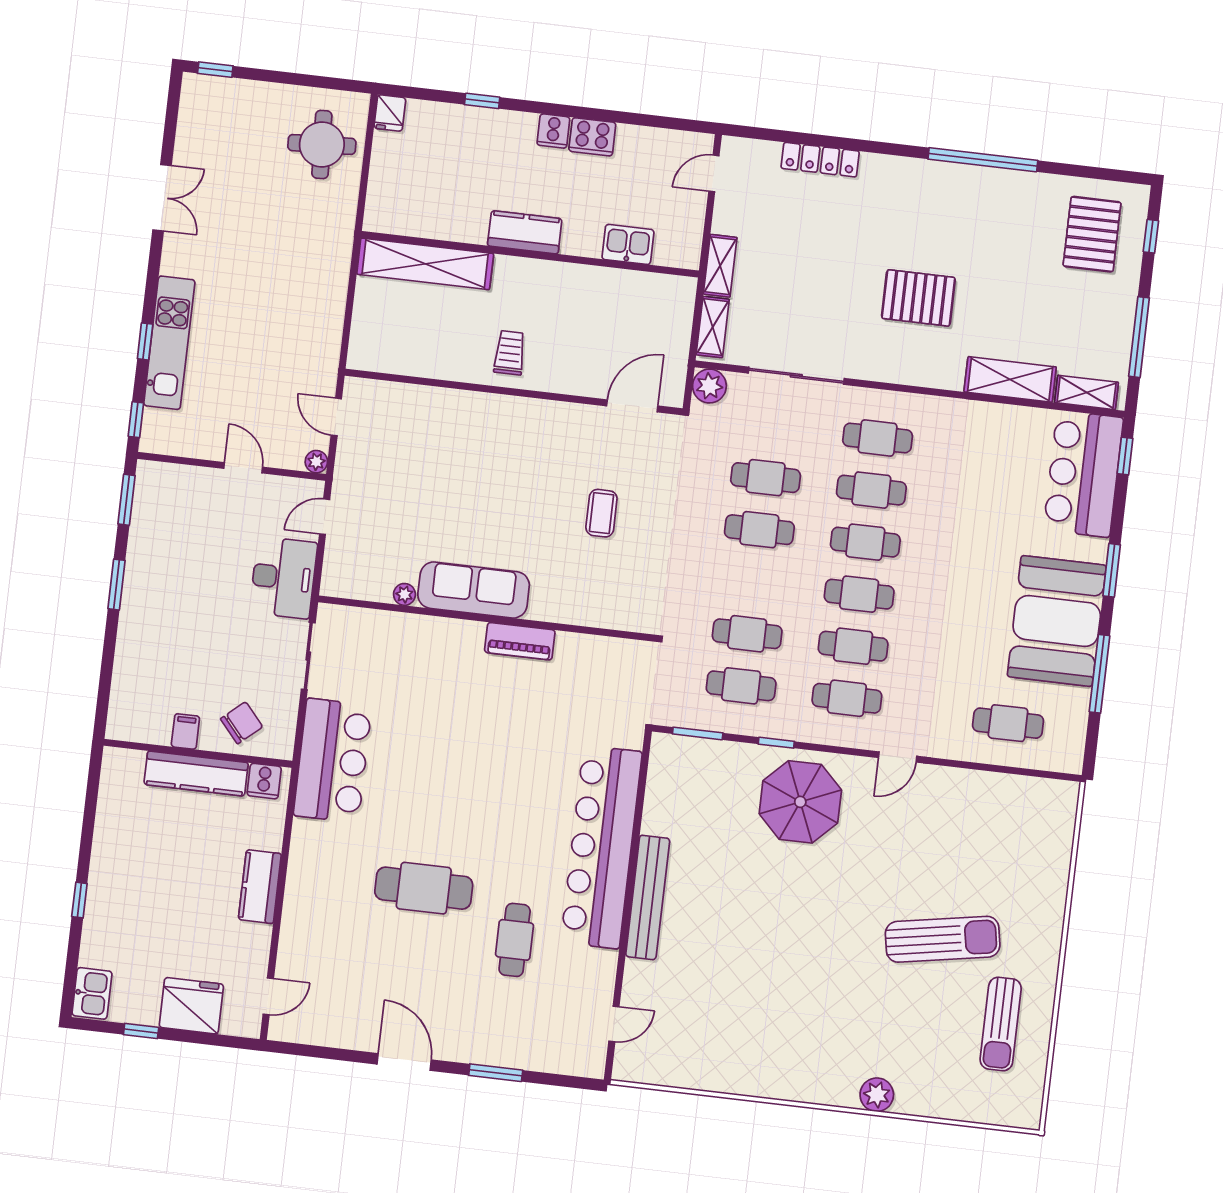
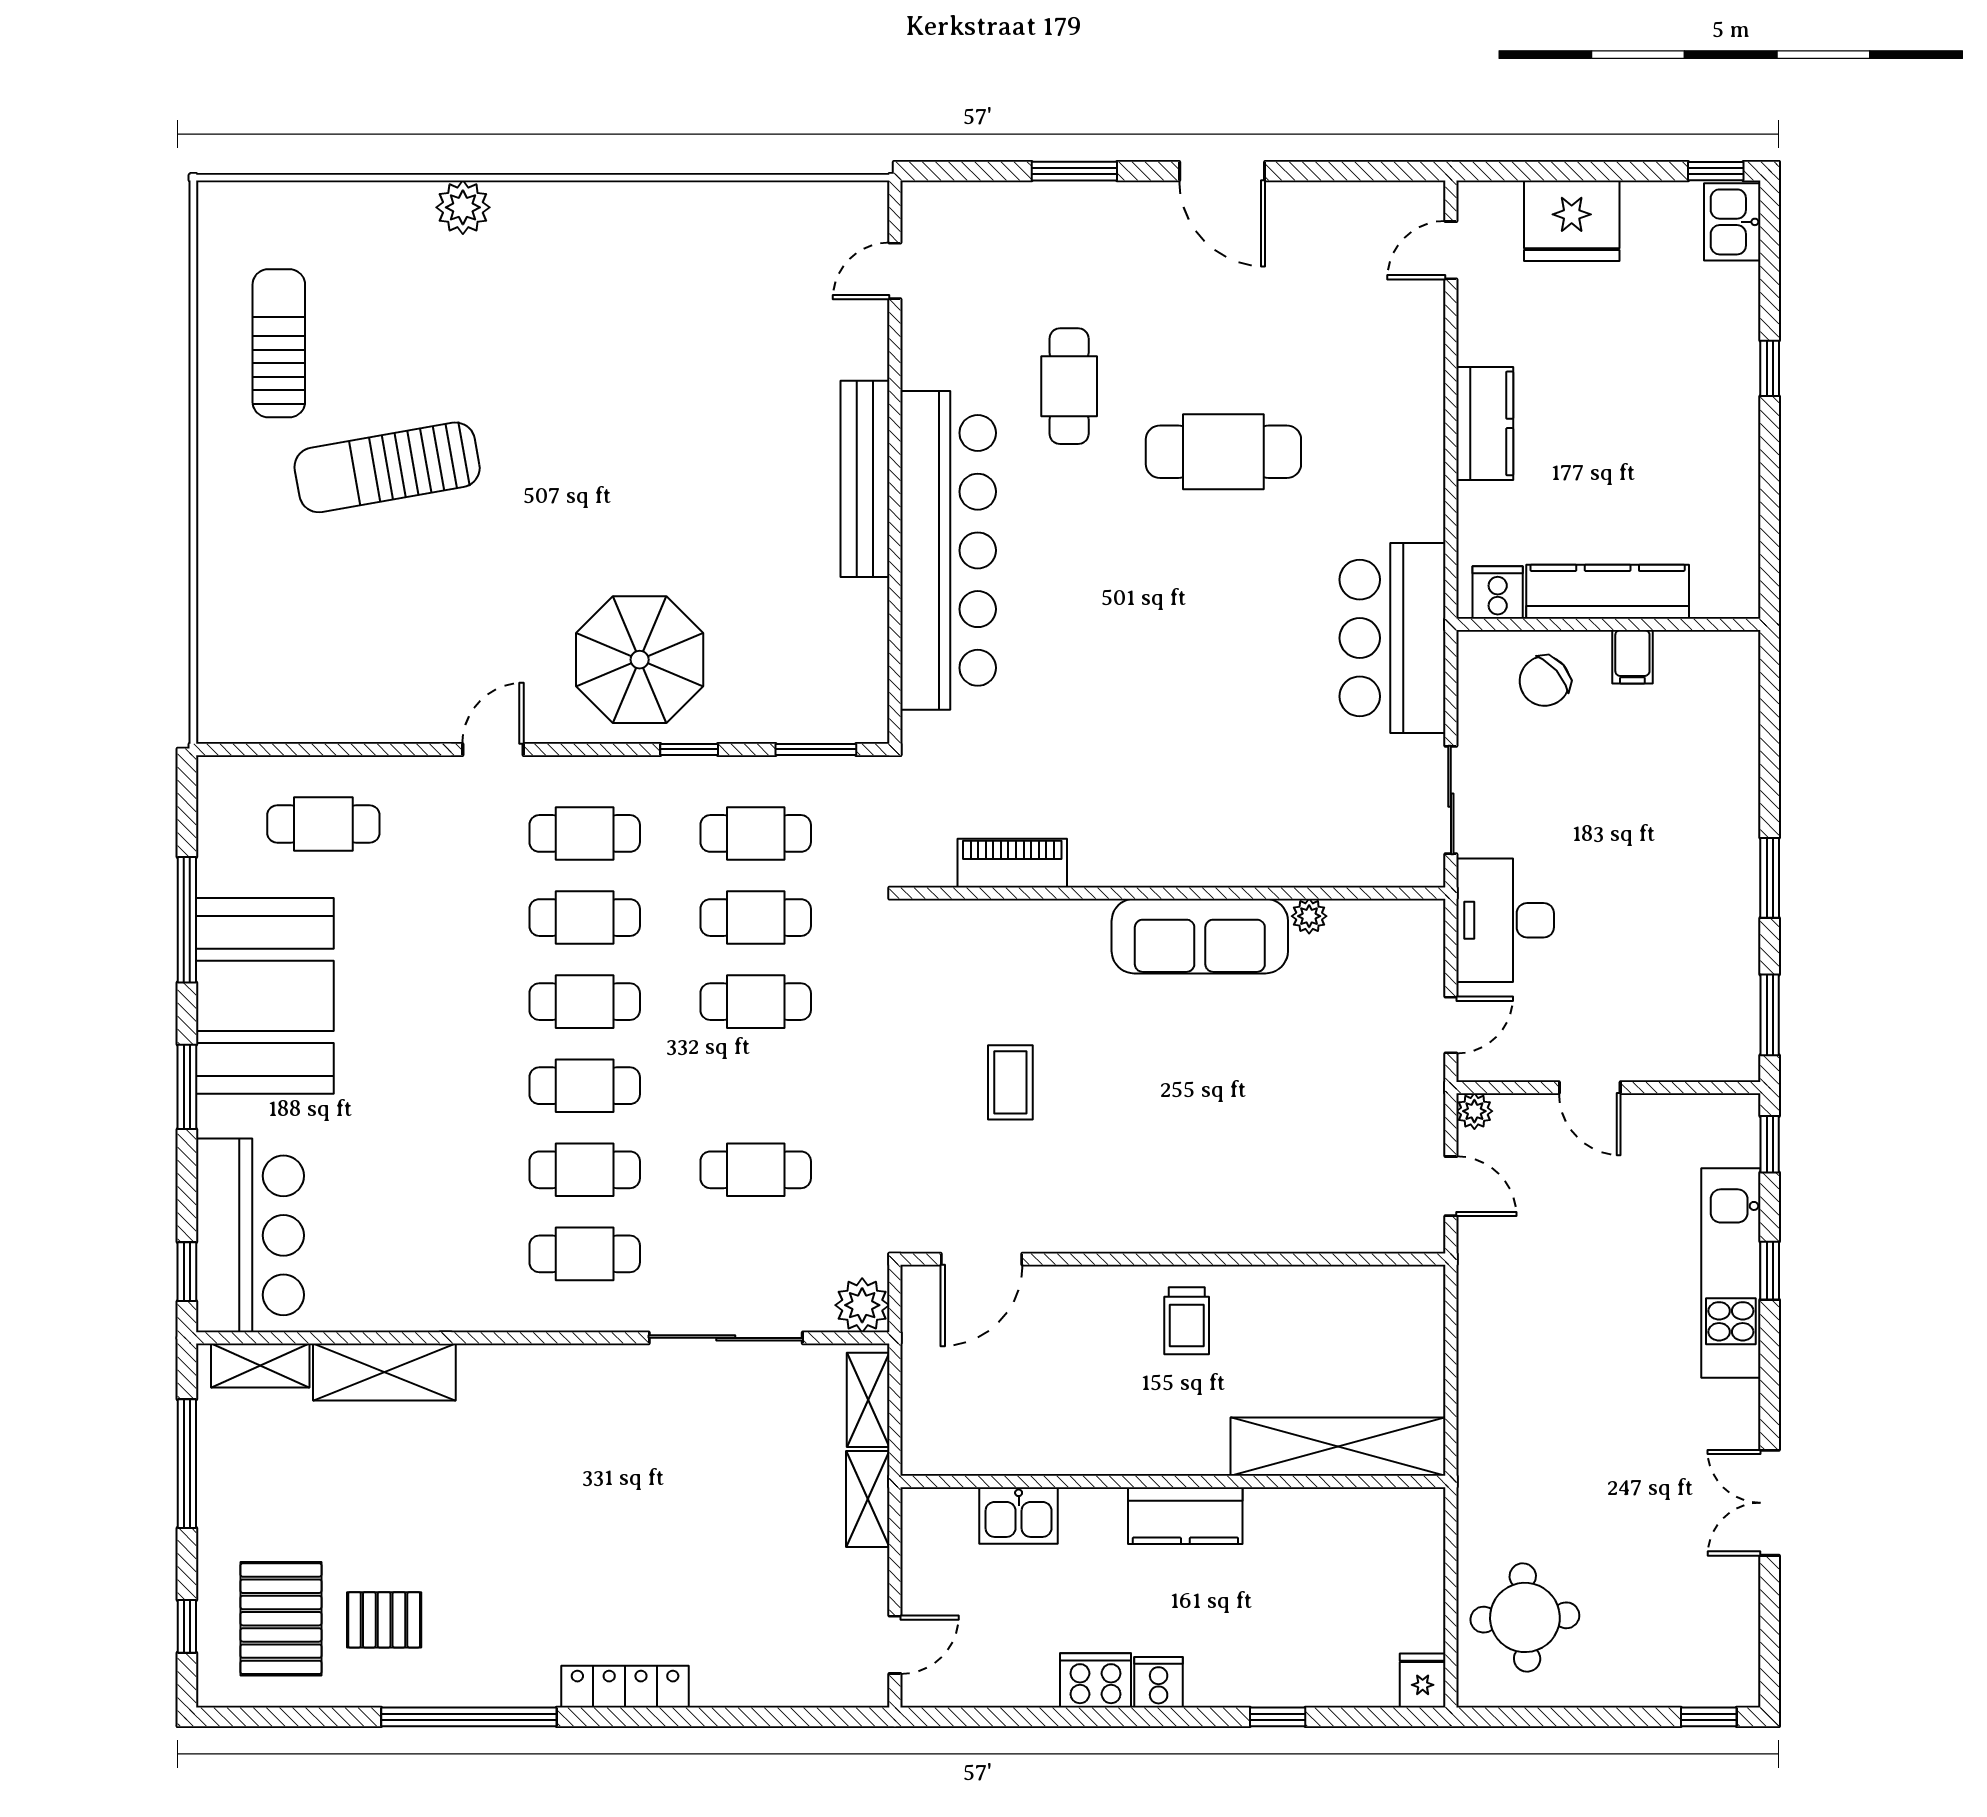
locker: (820, 160) -> (625, 1687), moved
pallet: (918, 298) -> (384, 1620), moved, width x0.67, depth x0.71
cafe table: (759, 530) -> (756, 1002), moved
piano: (520, 641) -> (1012, 863), moved
window: (141, 1031) -> (1716, 171), moved

